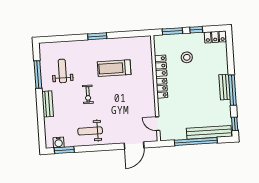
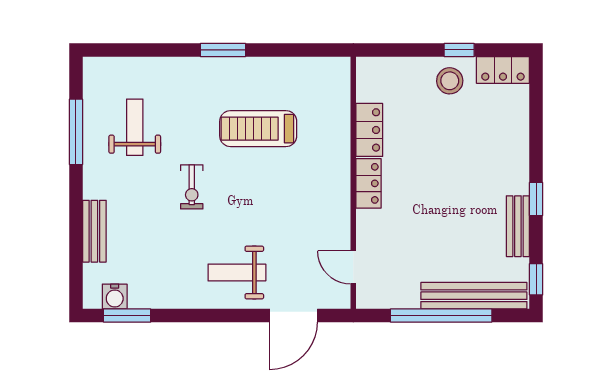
window: (172, 31) -> (402, 50), removed
stool: (187, 57) -> (450, 81), moved
bench: (225, 87) -> (518, 226), moved
window: (232, 90) -> (536, 199), width x0.46
bench: (48, 104) -> (94, 231), moved
weight bench: (90, 131) -> (237, 272), moved

